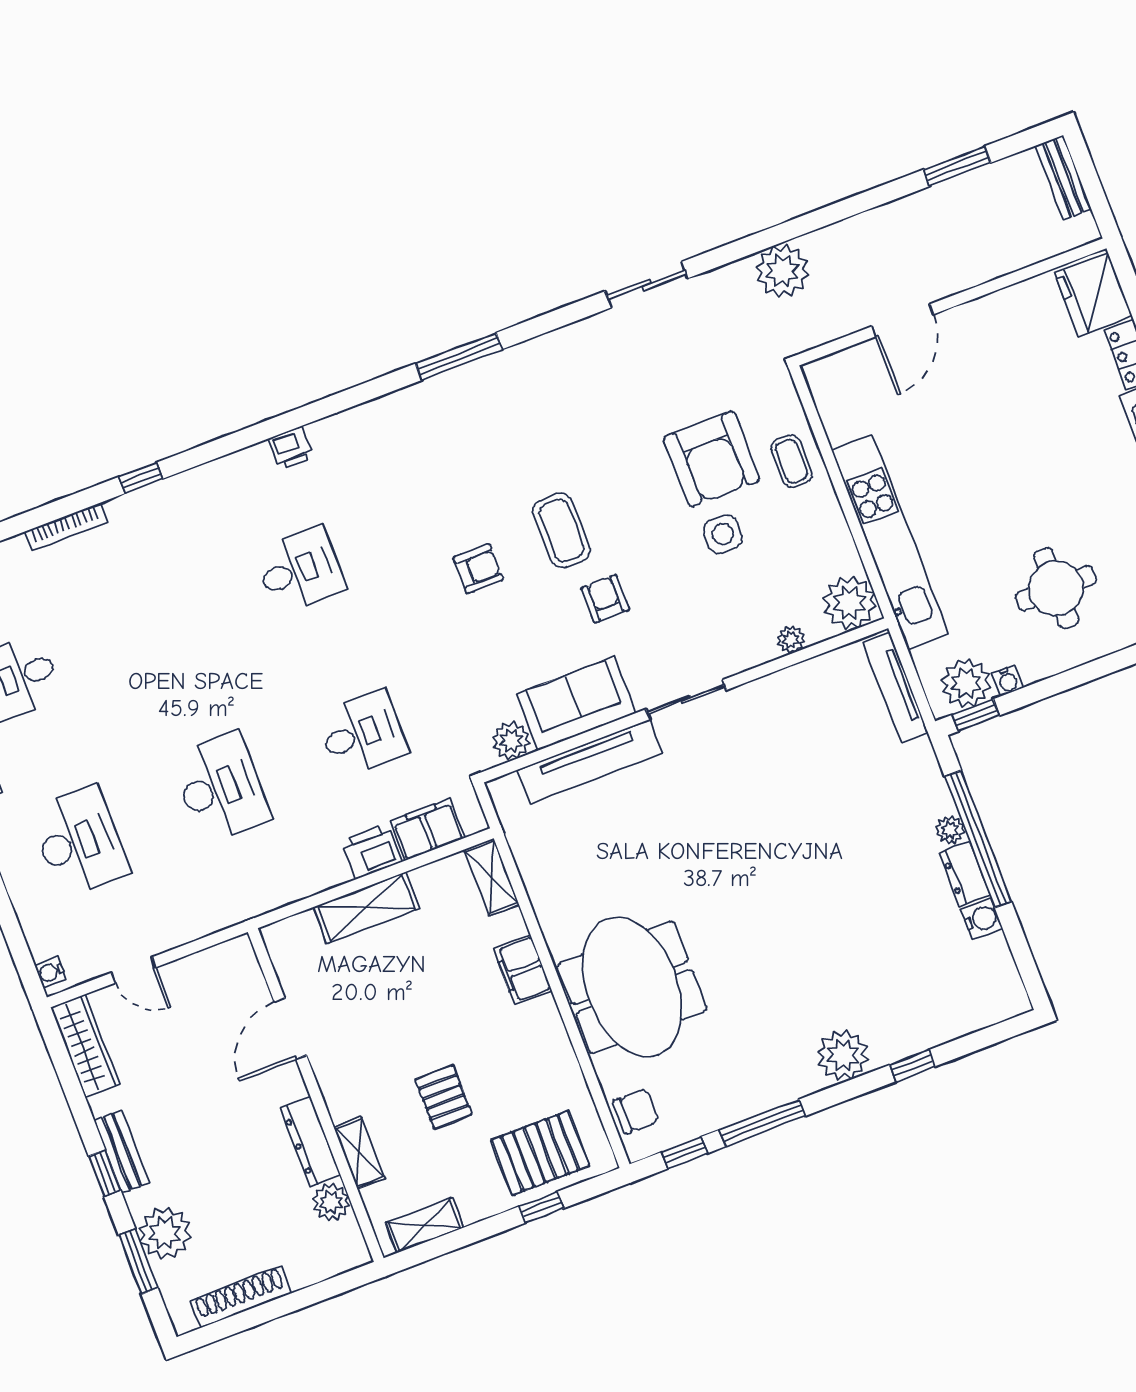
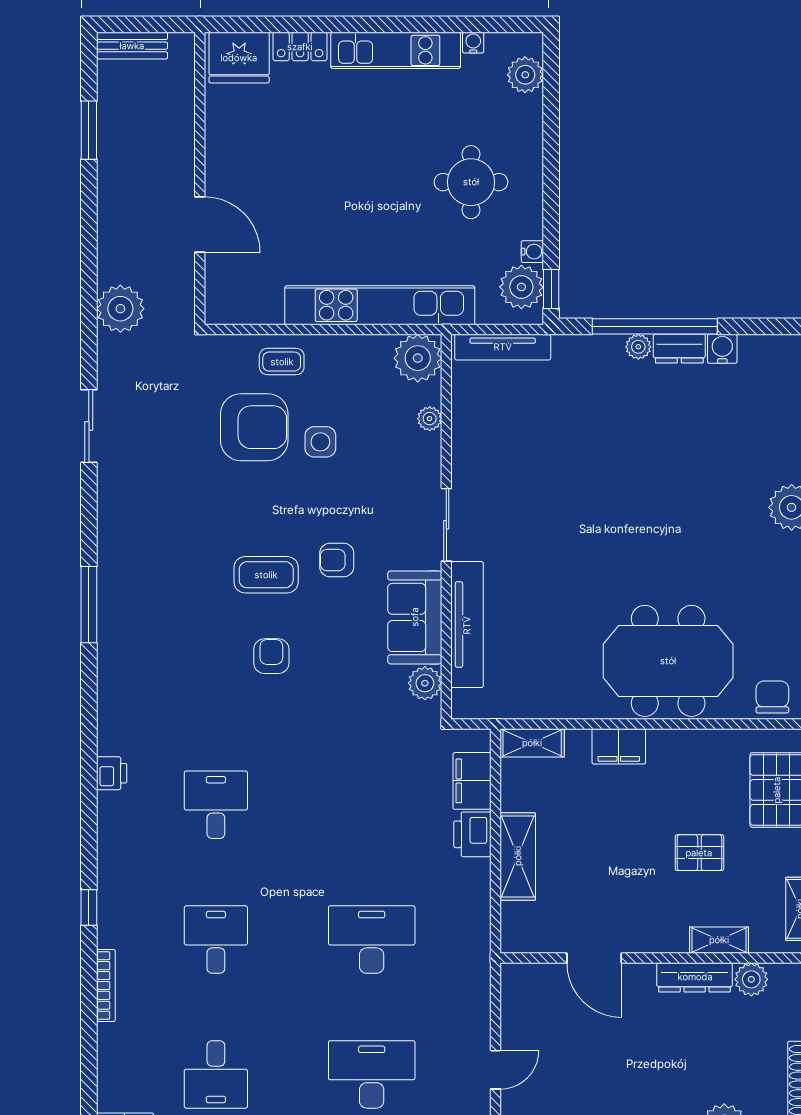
desk: (362, 734) -> (216, 940), moved

